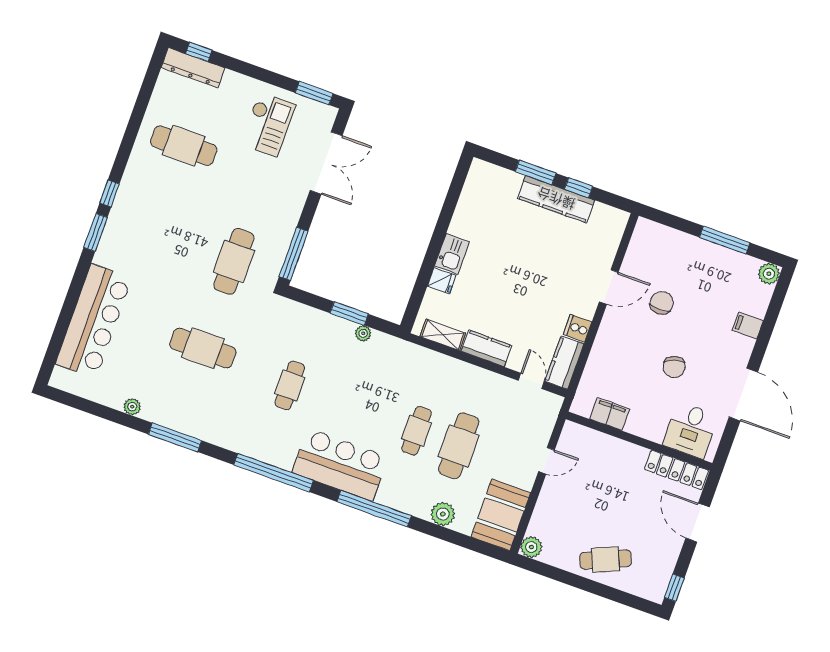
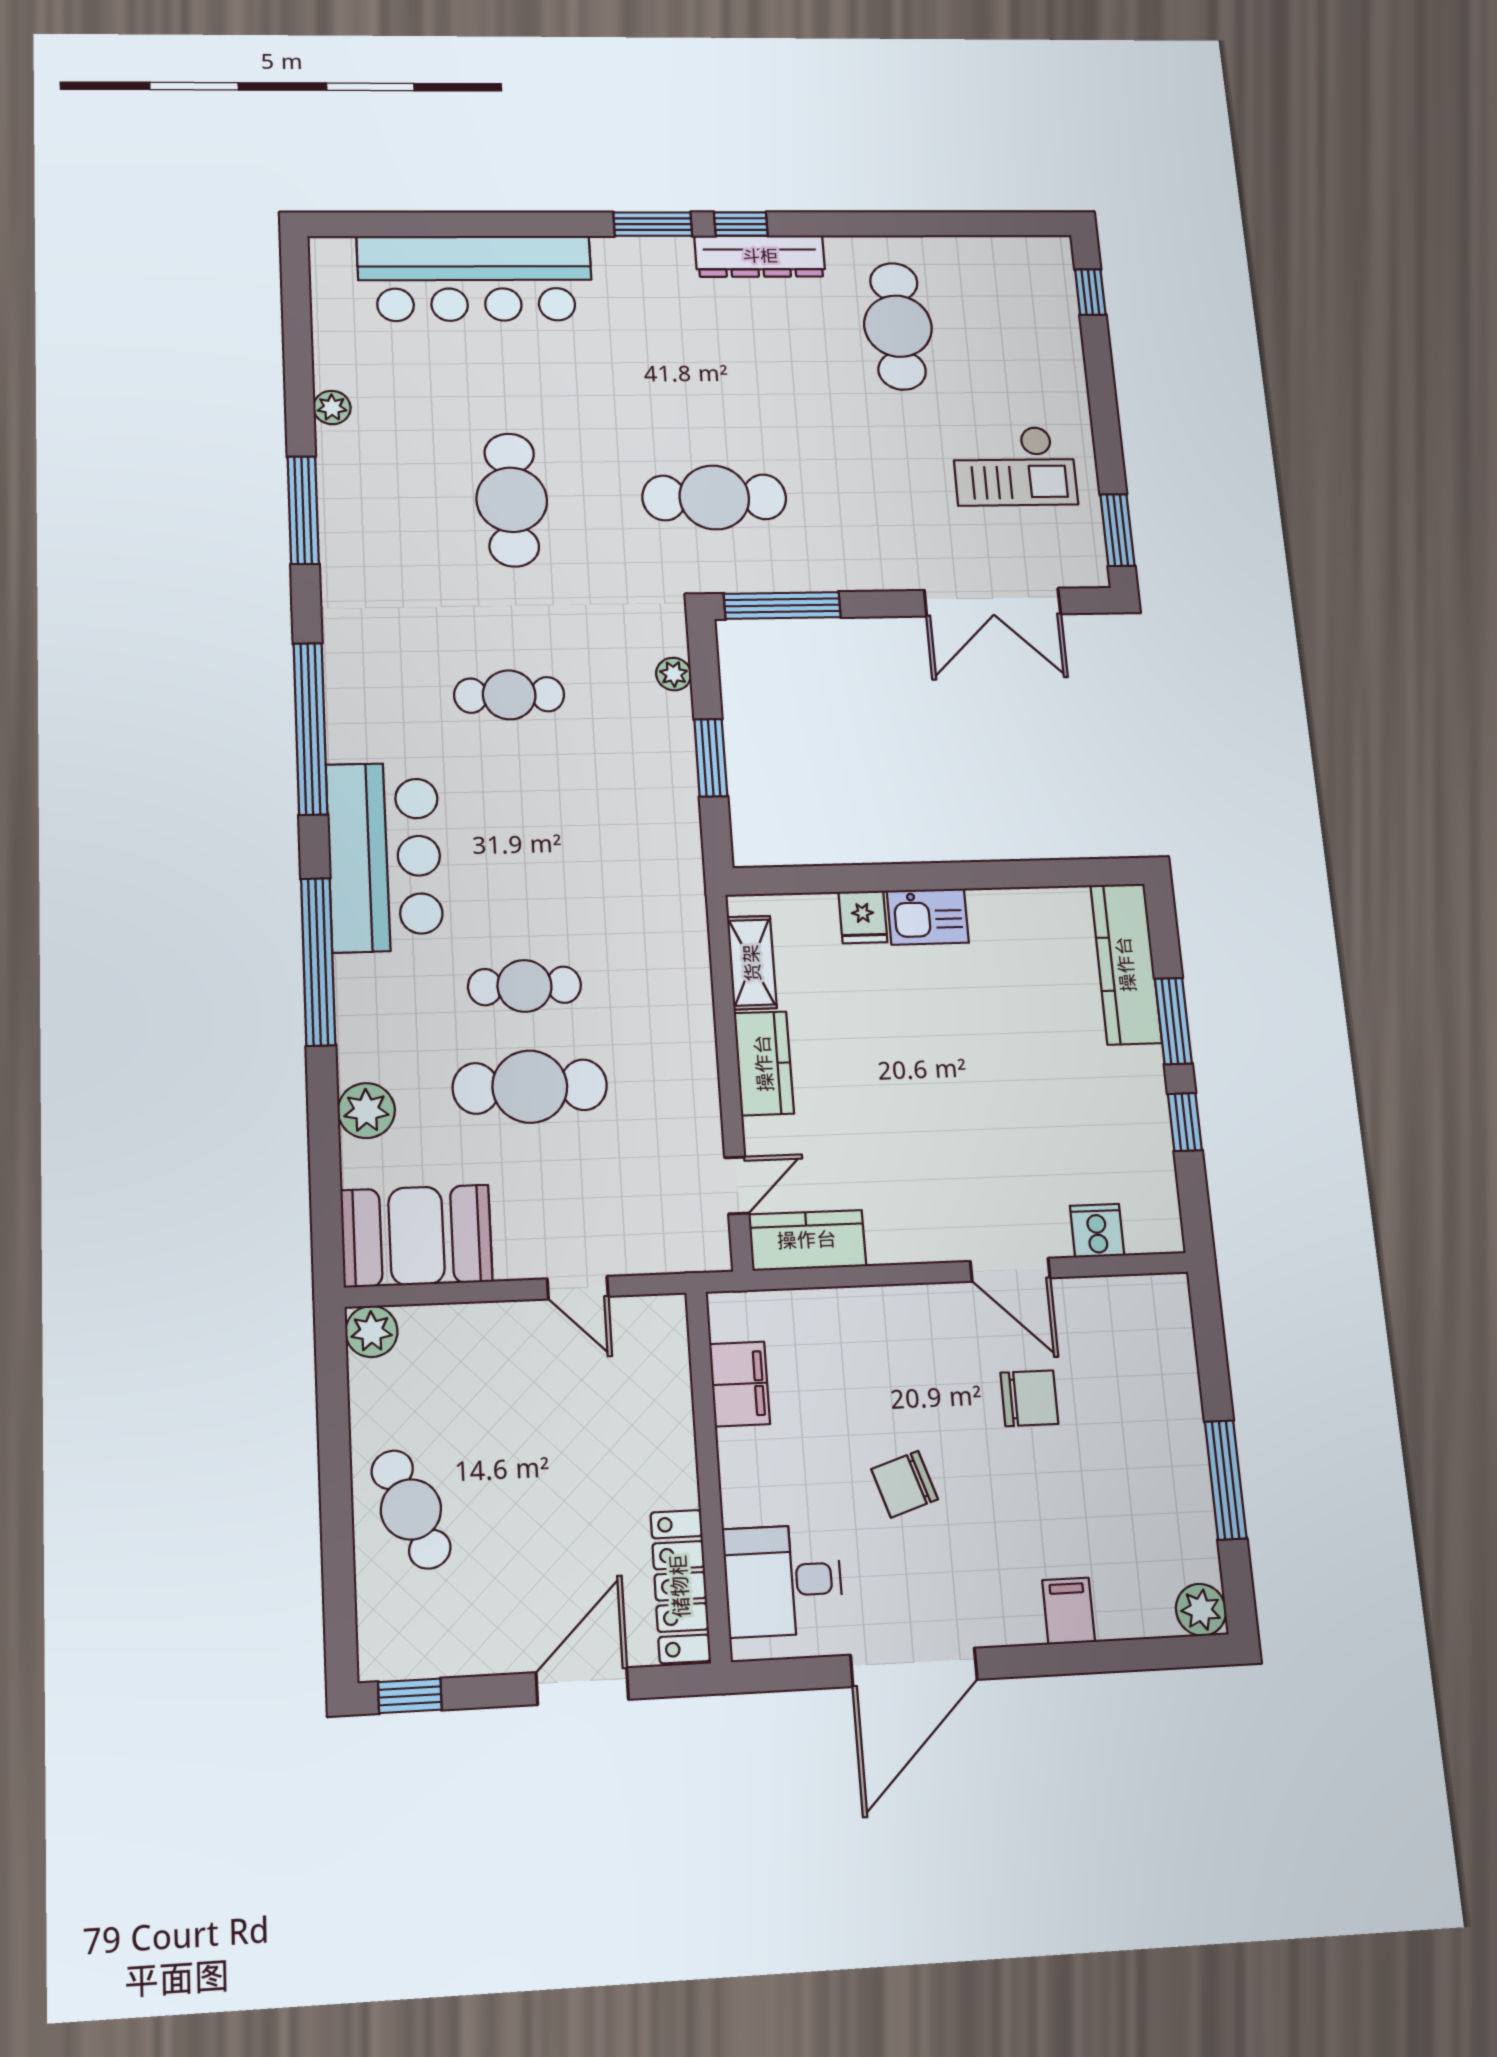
dresser: (193, 68) -> (760, 256), moved, turned -90
kitchen counter: (556, 199) -> (1126, 964), moved
cooker: (578, 328) -> (1097, 1231), moved
plant: (363, 333) -> (674, 674), moved

